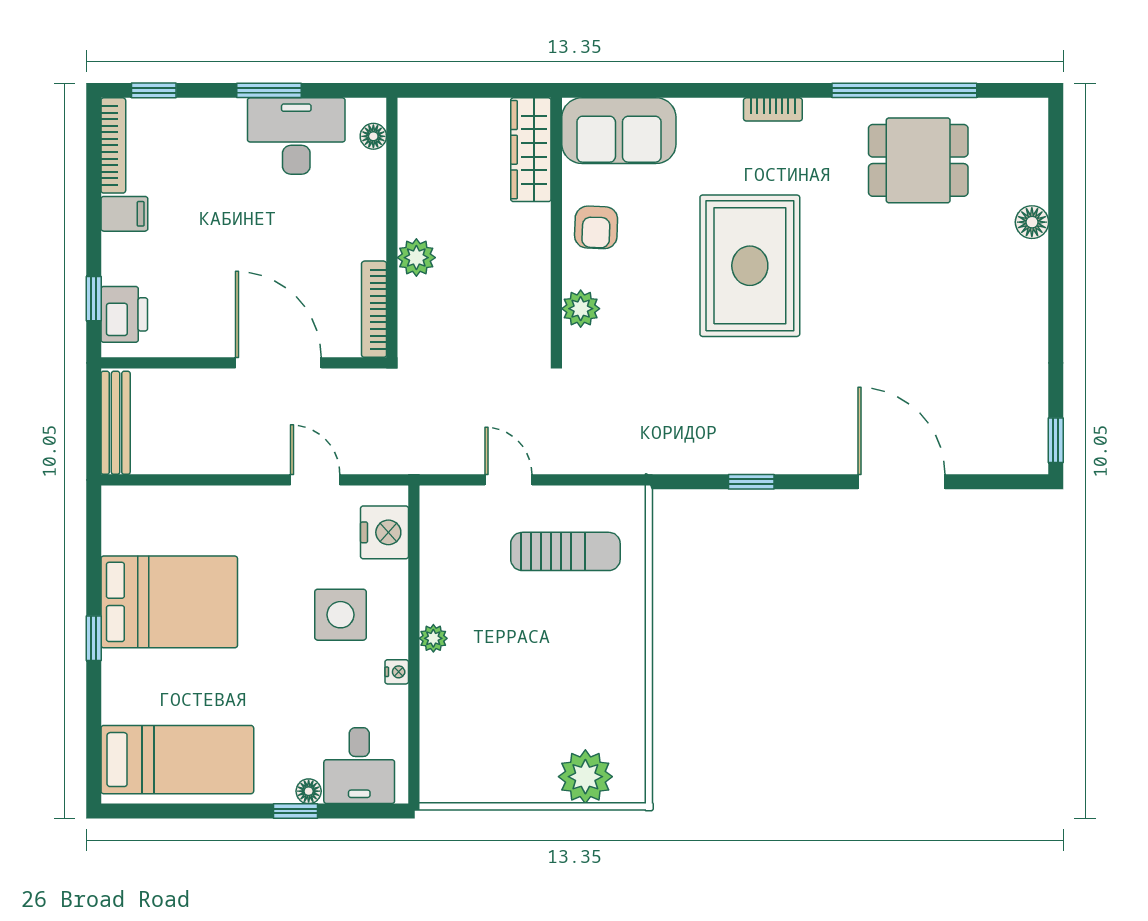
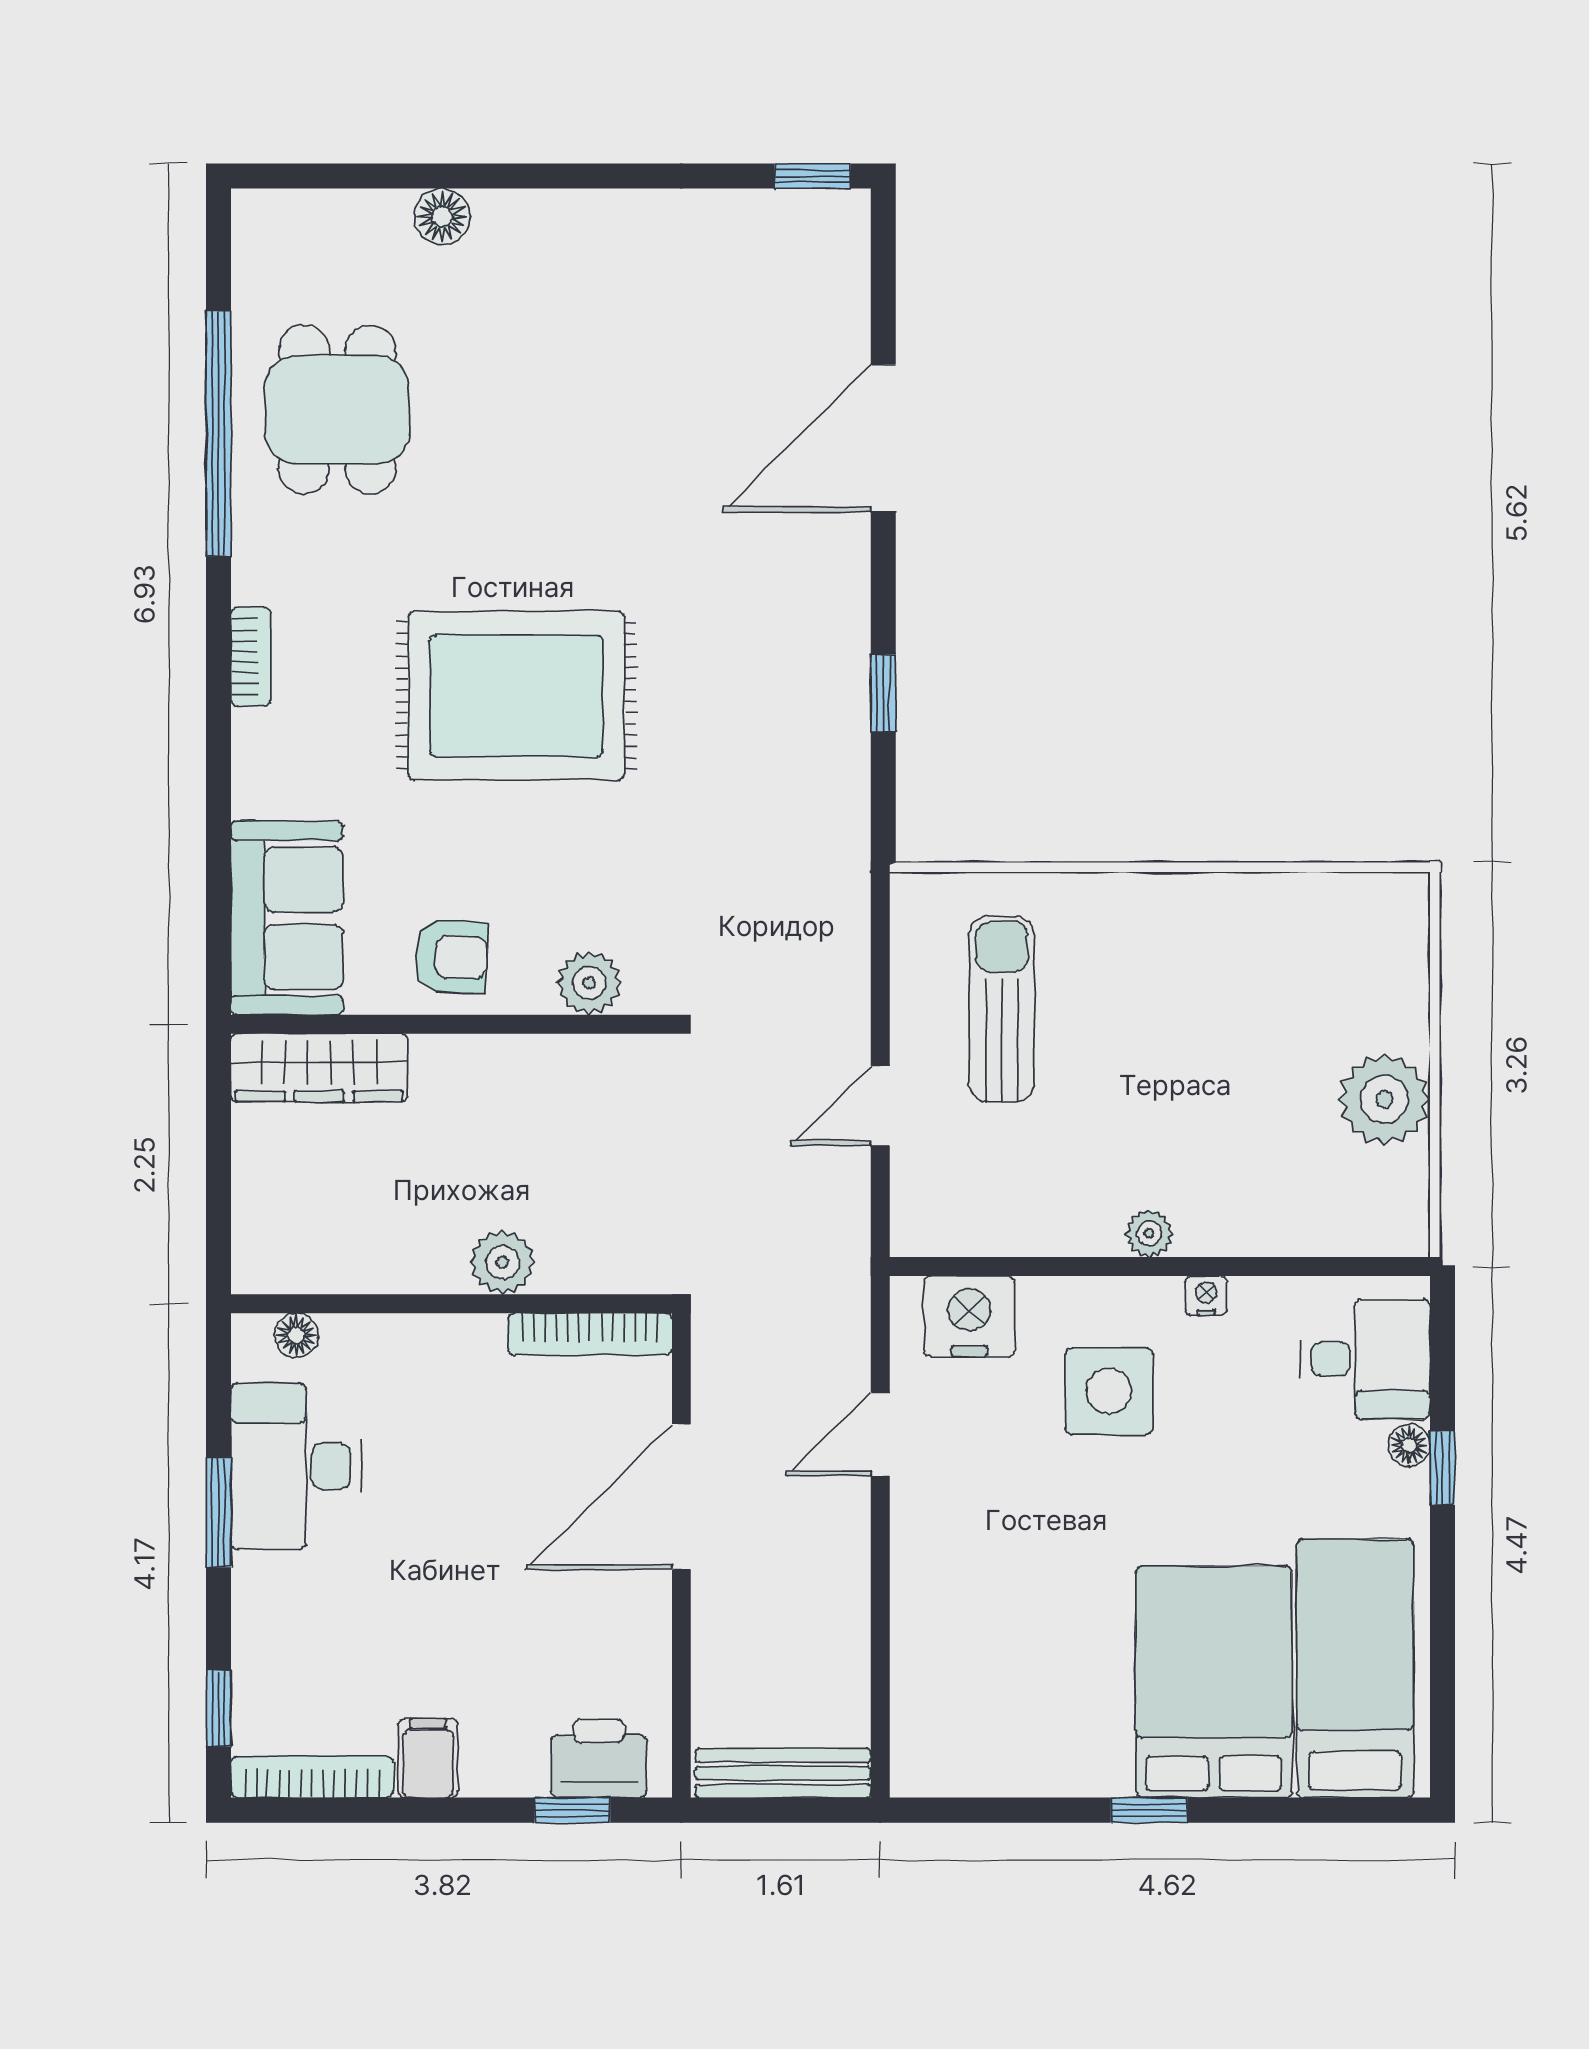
bed: (169, 602) -> (1214, 1682), moved
plant: (585, 777) -> (1384, 1099), moved

